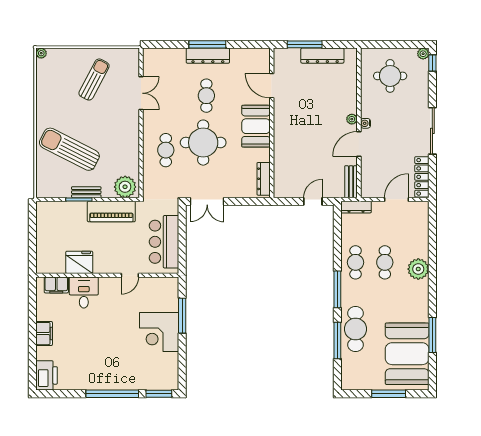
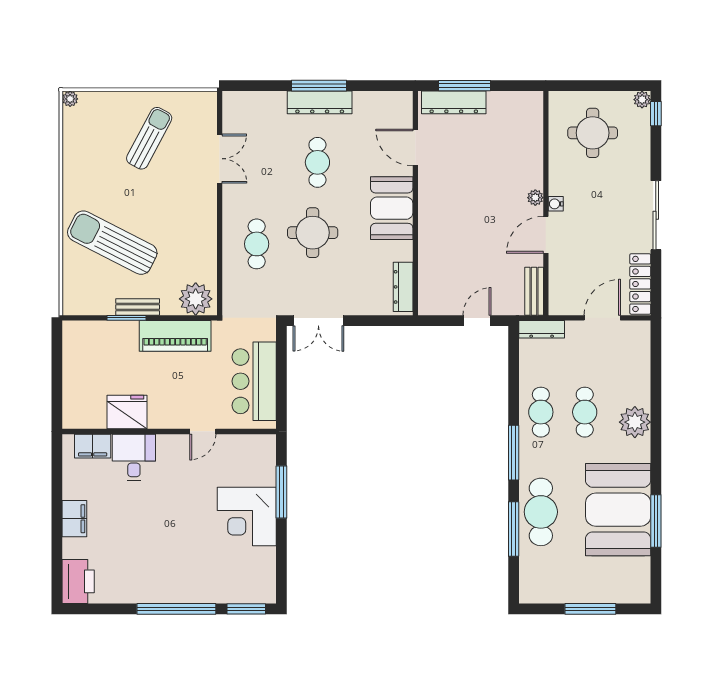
dresser: (322, 56) -> (454, 102), moved
round table: (203, 143) -> (313, 233), width x0.73, depth x0.73
booth: (407, 354) -> (618, 510), moved

